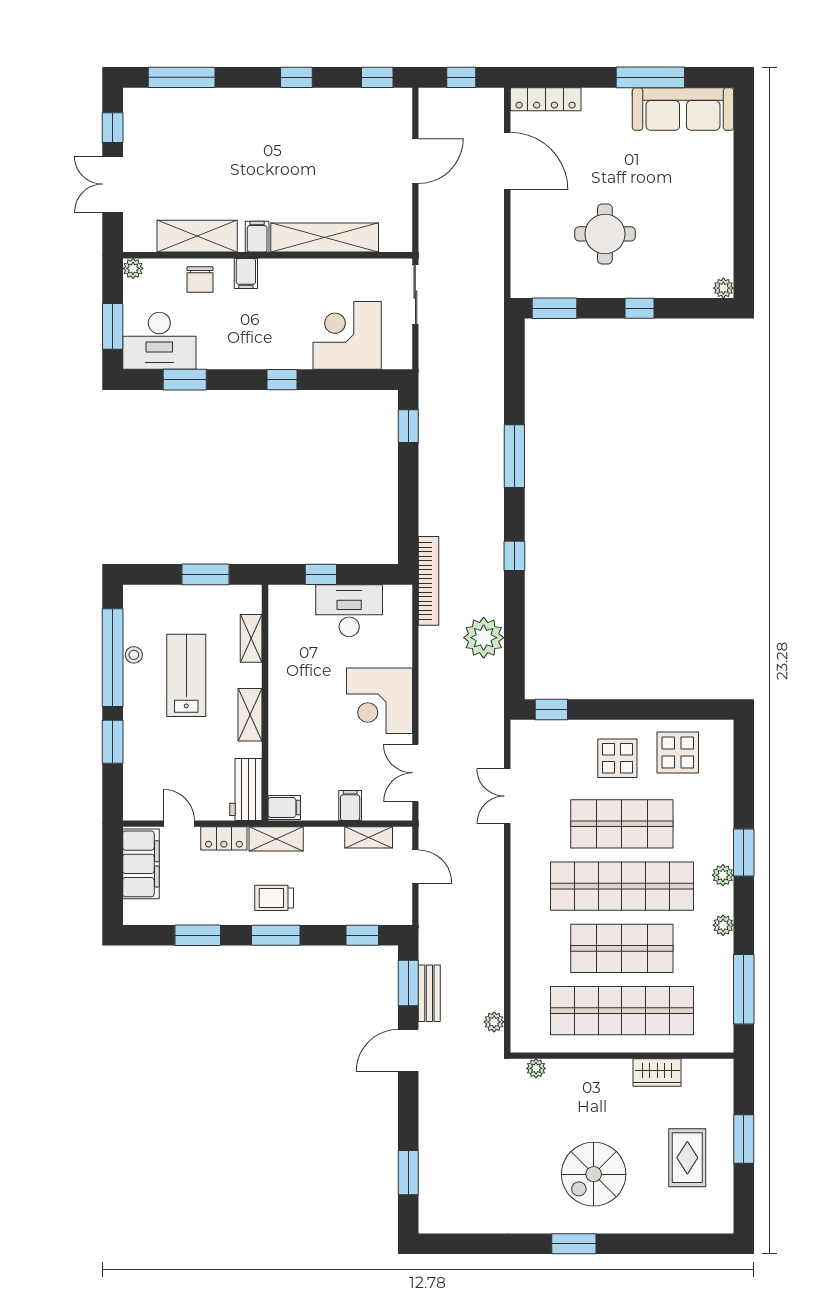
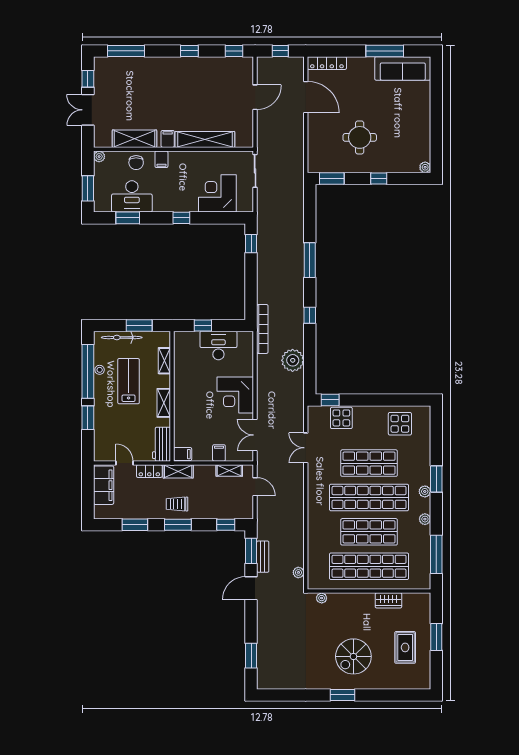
desk: (159, 341) -> (132, 196), moved
bicycle: (174, 596) -> (122, 337), added
display table: (617, 758) -> (341, 418), moved

